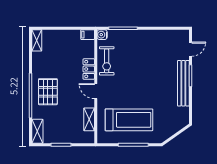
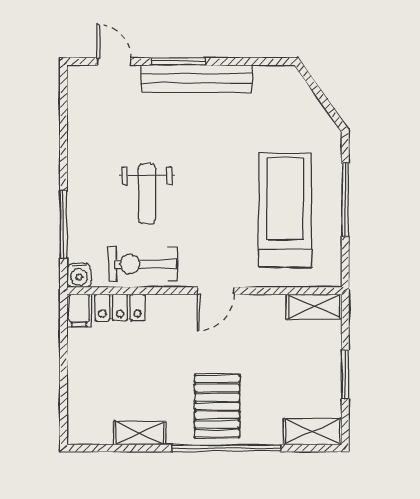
shelving: (37, 40) -> (140, 433), moved
exercise bike: (107, 61) -> (143, 264), turned 180
weight bench: (136, 63) -> (147, 194), added
locker: (89, 69) -> (120, 307), moved
pallet: (48, 92) -> (217, 406), turned 90
shelving: (89, 119) -> (314, 307), moved

